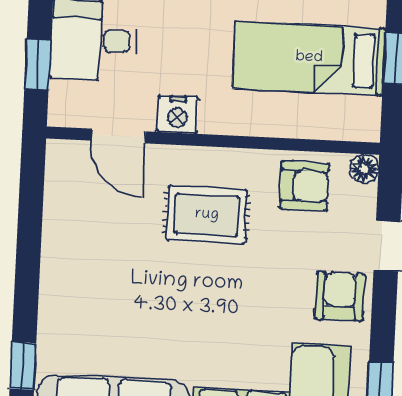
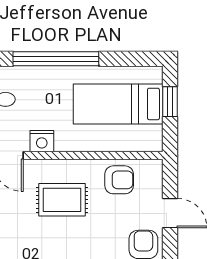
floor lamp: (364, 169) -> (154, 168), removed

